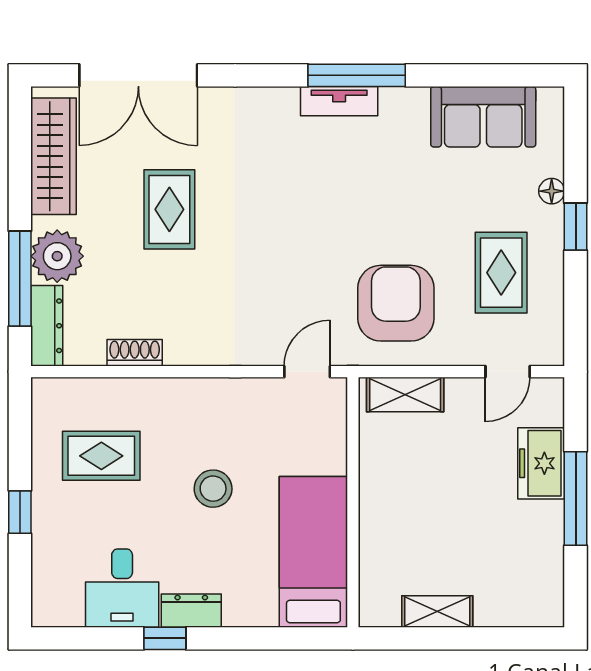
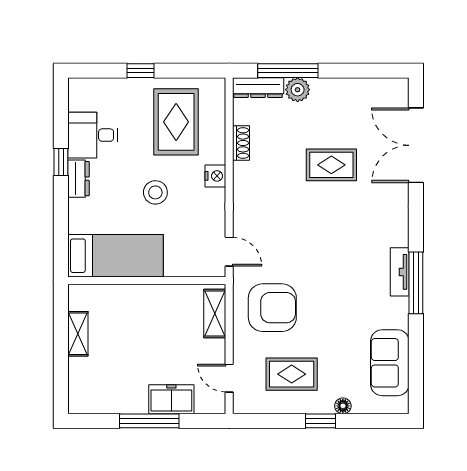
wardrobe: (54, 156) -> (365, 92), removed
plant: (57, 256) -> (298, 90), width x0.73, depth x0.73
nightstand: (187, 393) -> (215, 176), added
rug: (101, 456) -> (176, 122), width x1.36, depth x1.43

